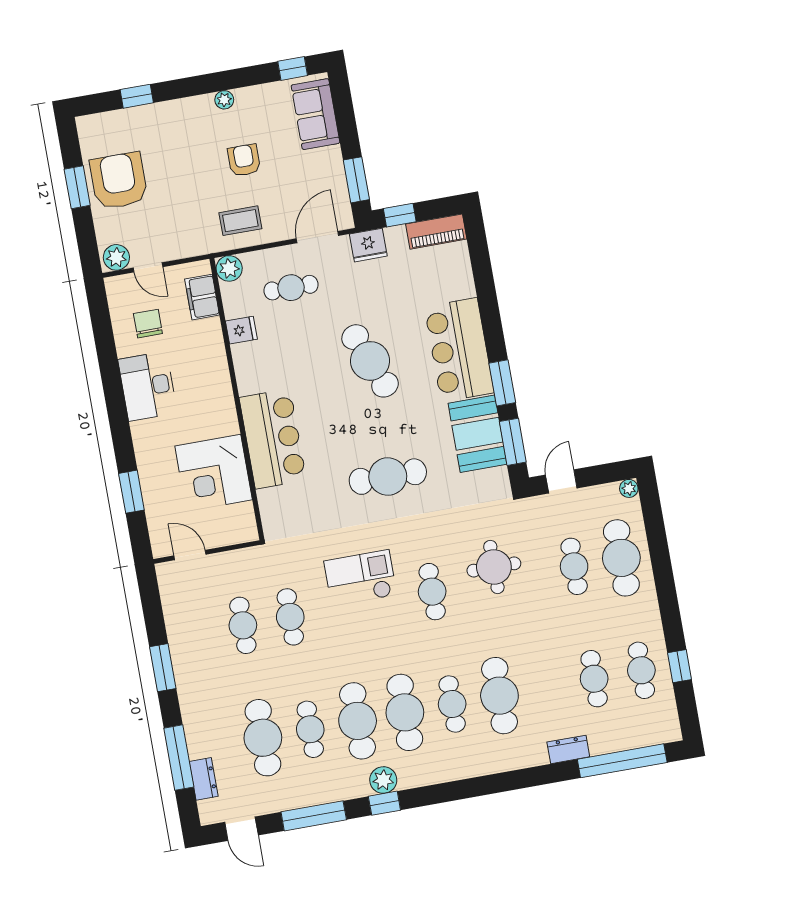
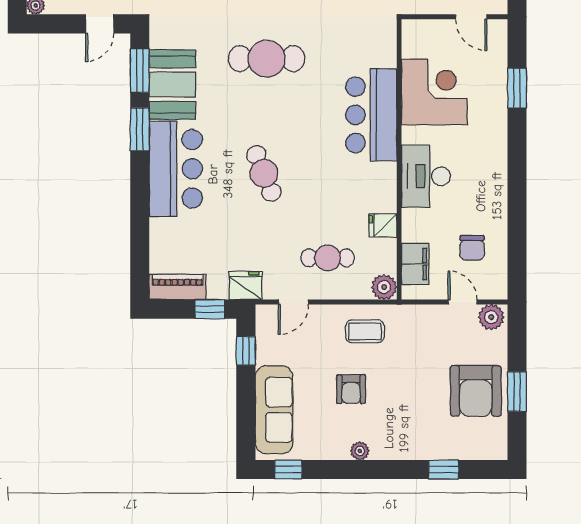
sofa: (316, 114) -> (274, 410), width x1.36
window: (356, 180) -> (246, 351), width x0.67
door: (317, 237) -> (293, 302), width x0.73
cafe table: (370, 361) -> (264, 173), width x0.73, depth x0.74
desk: (148, 386) -> (426, 176), moved, turned 180

